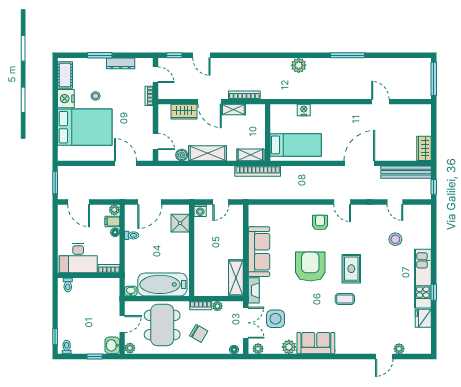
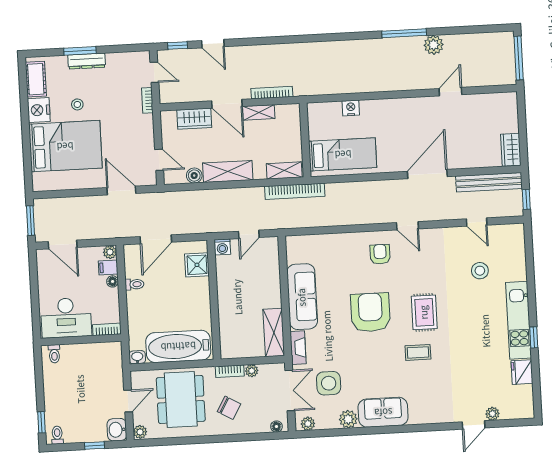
dresser: (121, 63) -> (87, 61), moved
plant: (299, 65) -> (434, 45), moved
door: (380, 102) -> (450, 92), hinge flipped

